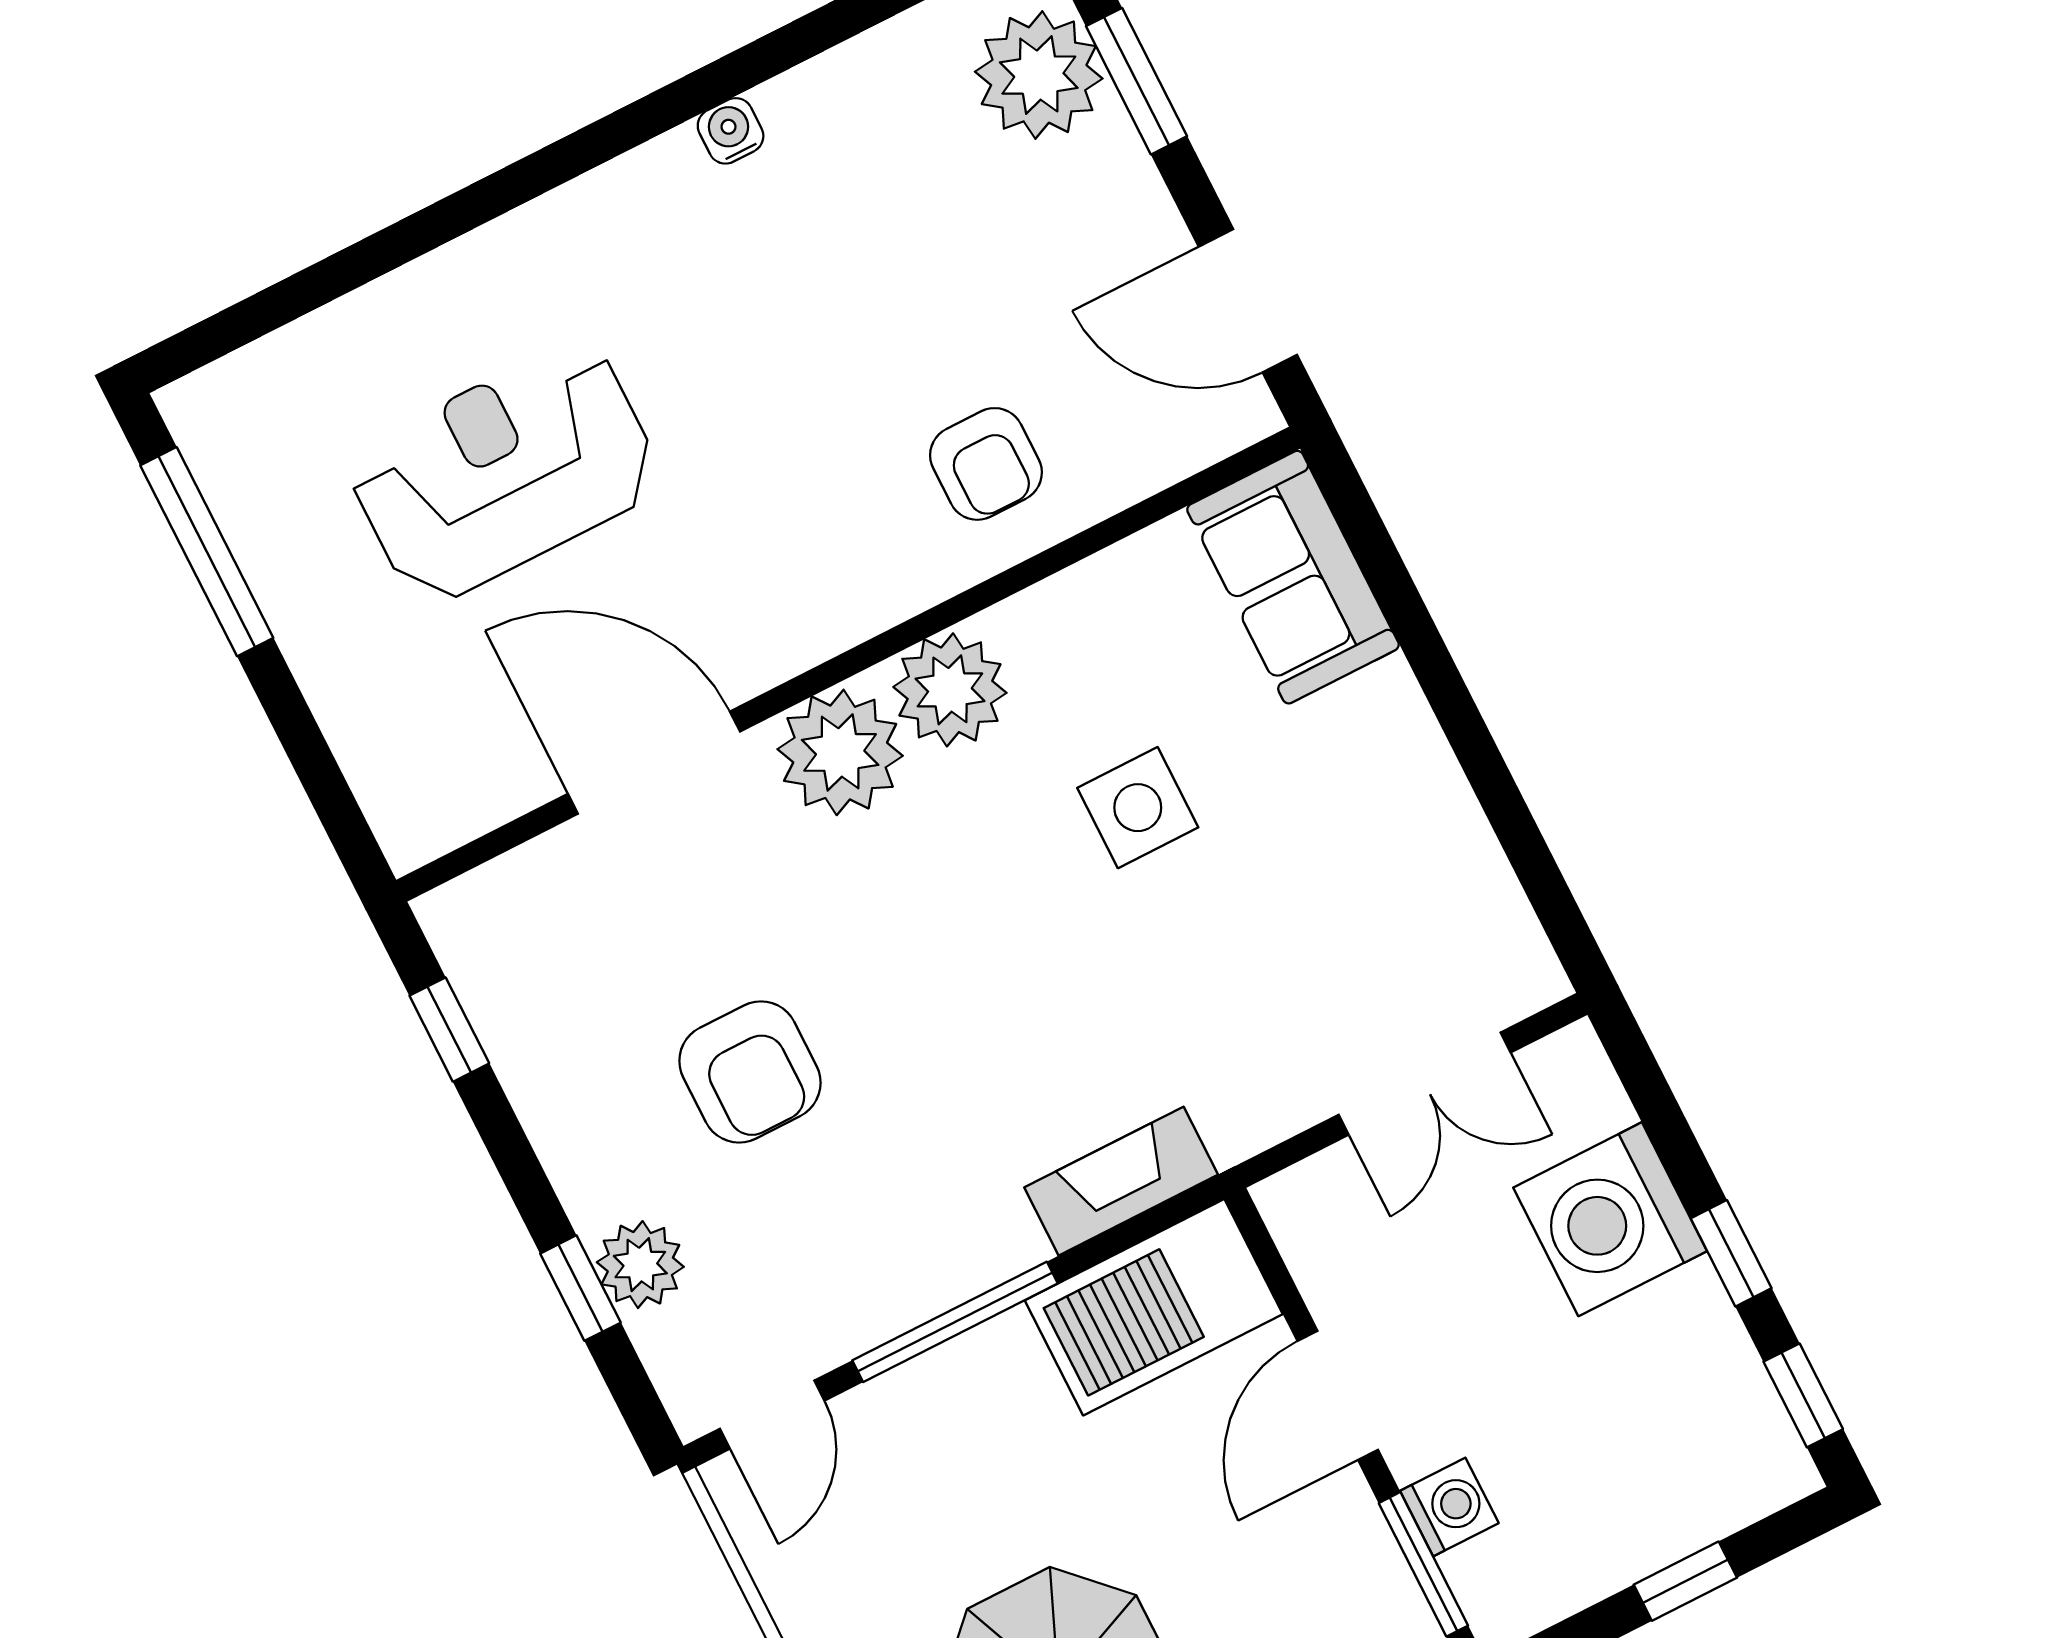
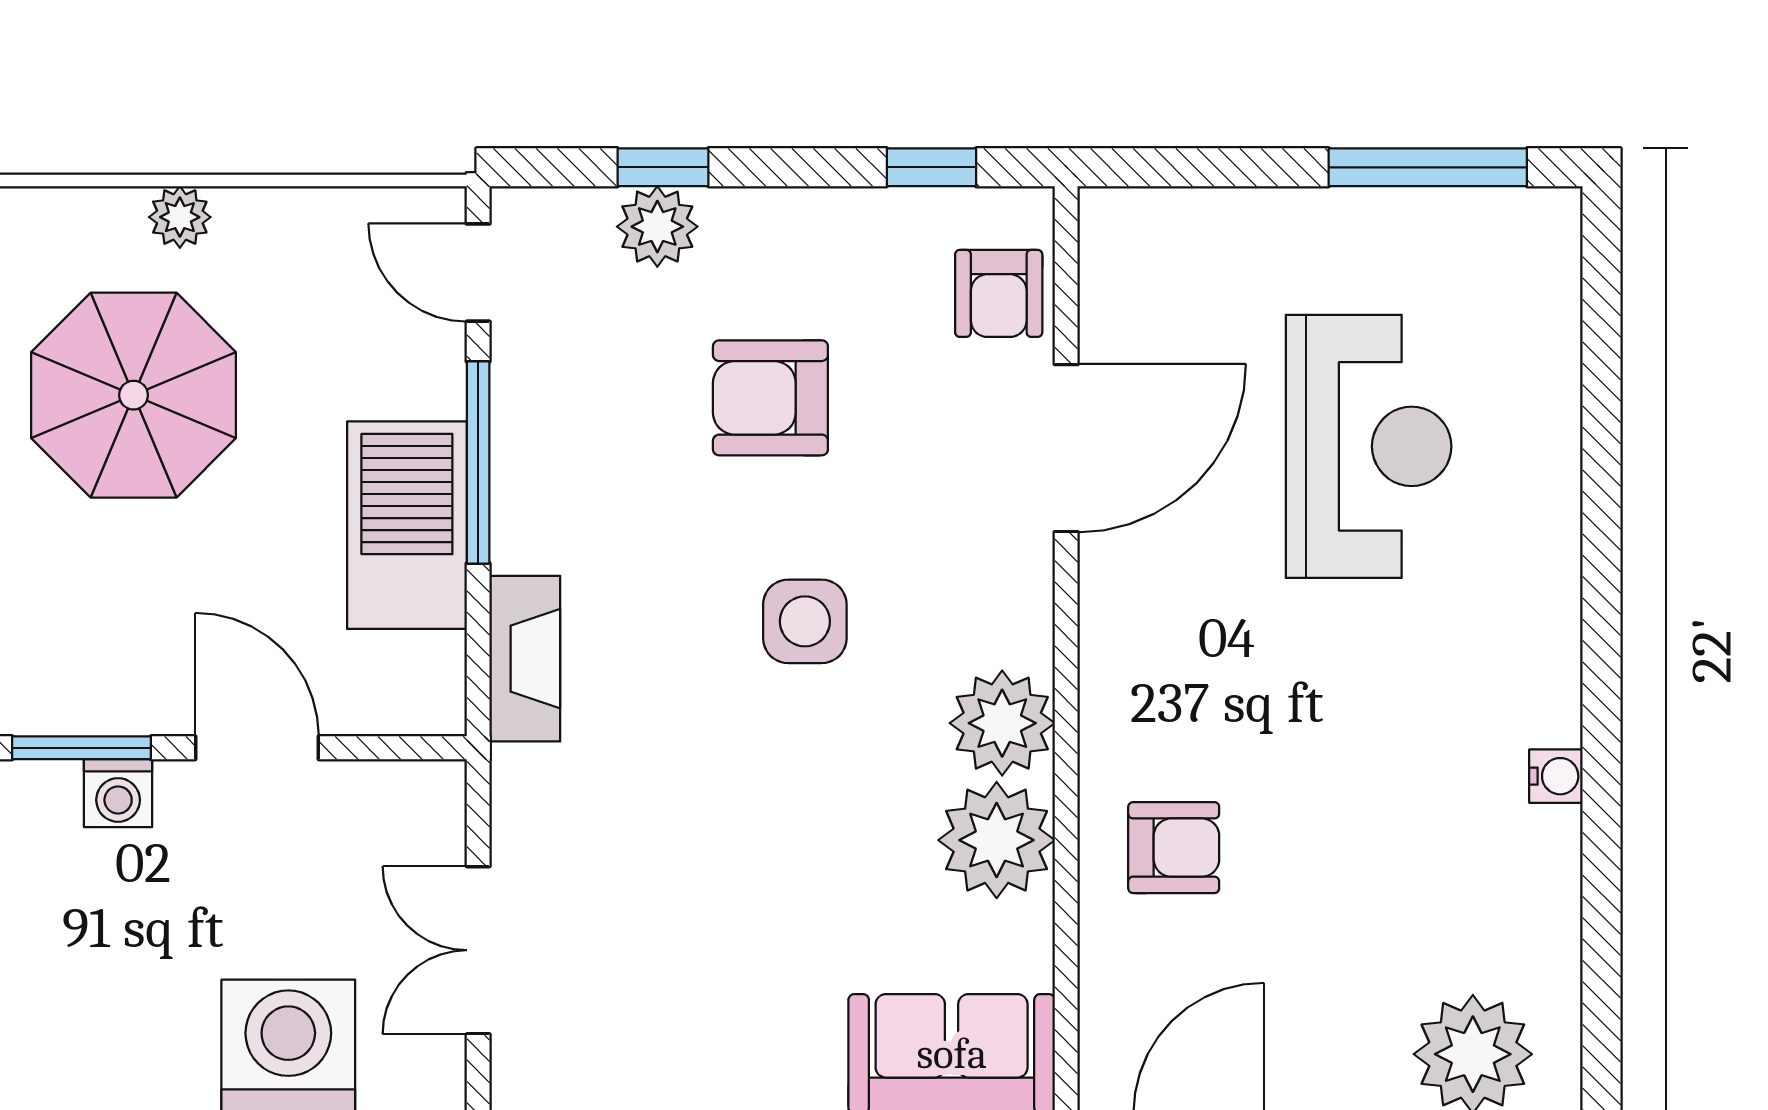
armchair: (986, 464) -> (1174, 848), turned 180
plant: (840, 752) -> (997, 840), moved
side table: (1138, 808) -> (805, 621), moved
armchair: (538, 903) -> (999, 293), added
barbecue: (1154, 1307) -> (407, 525), moved

